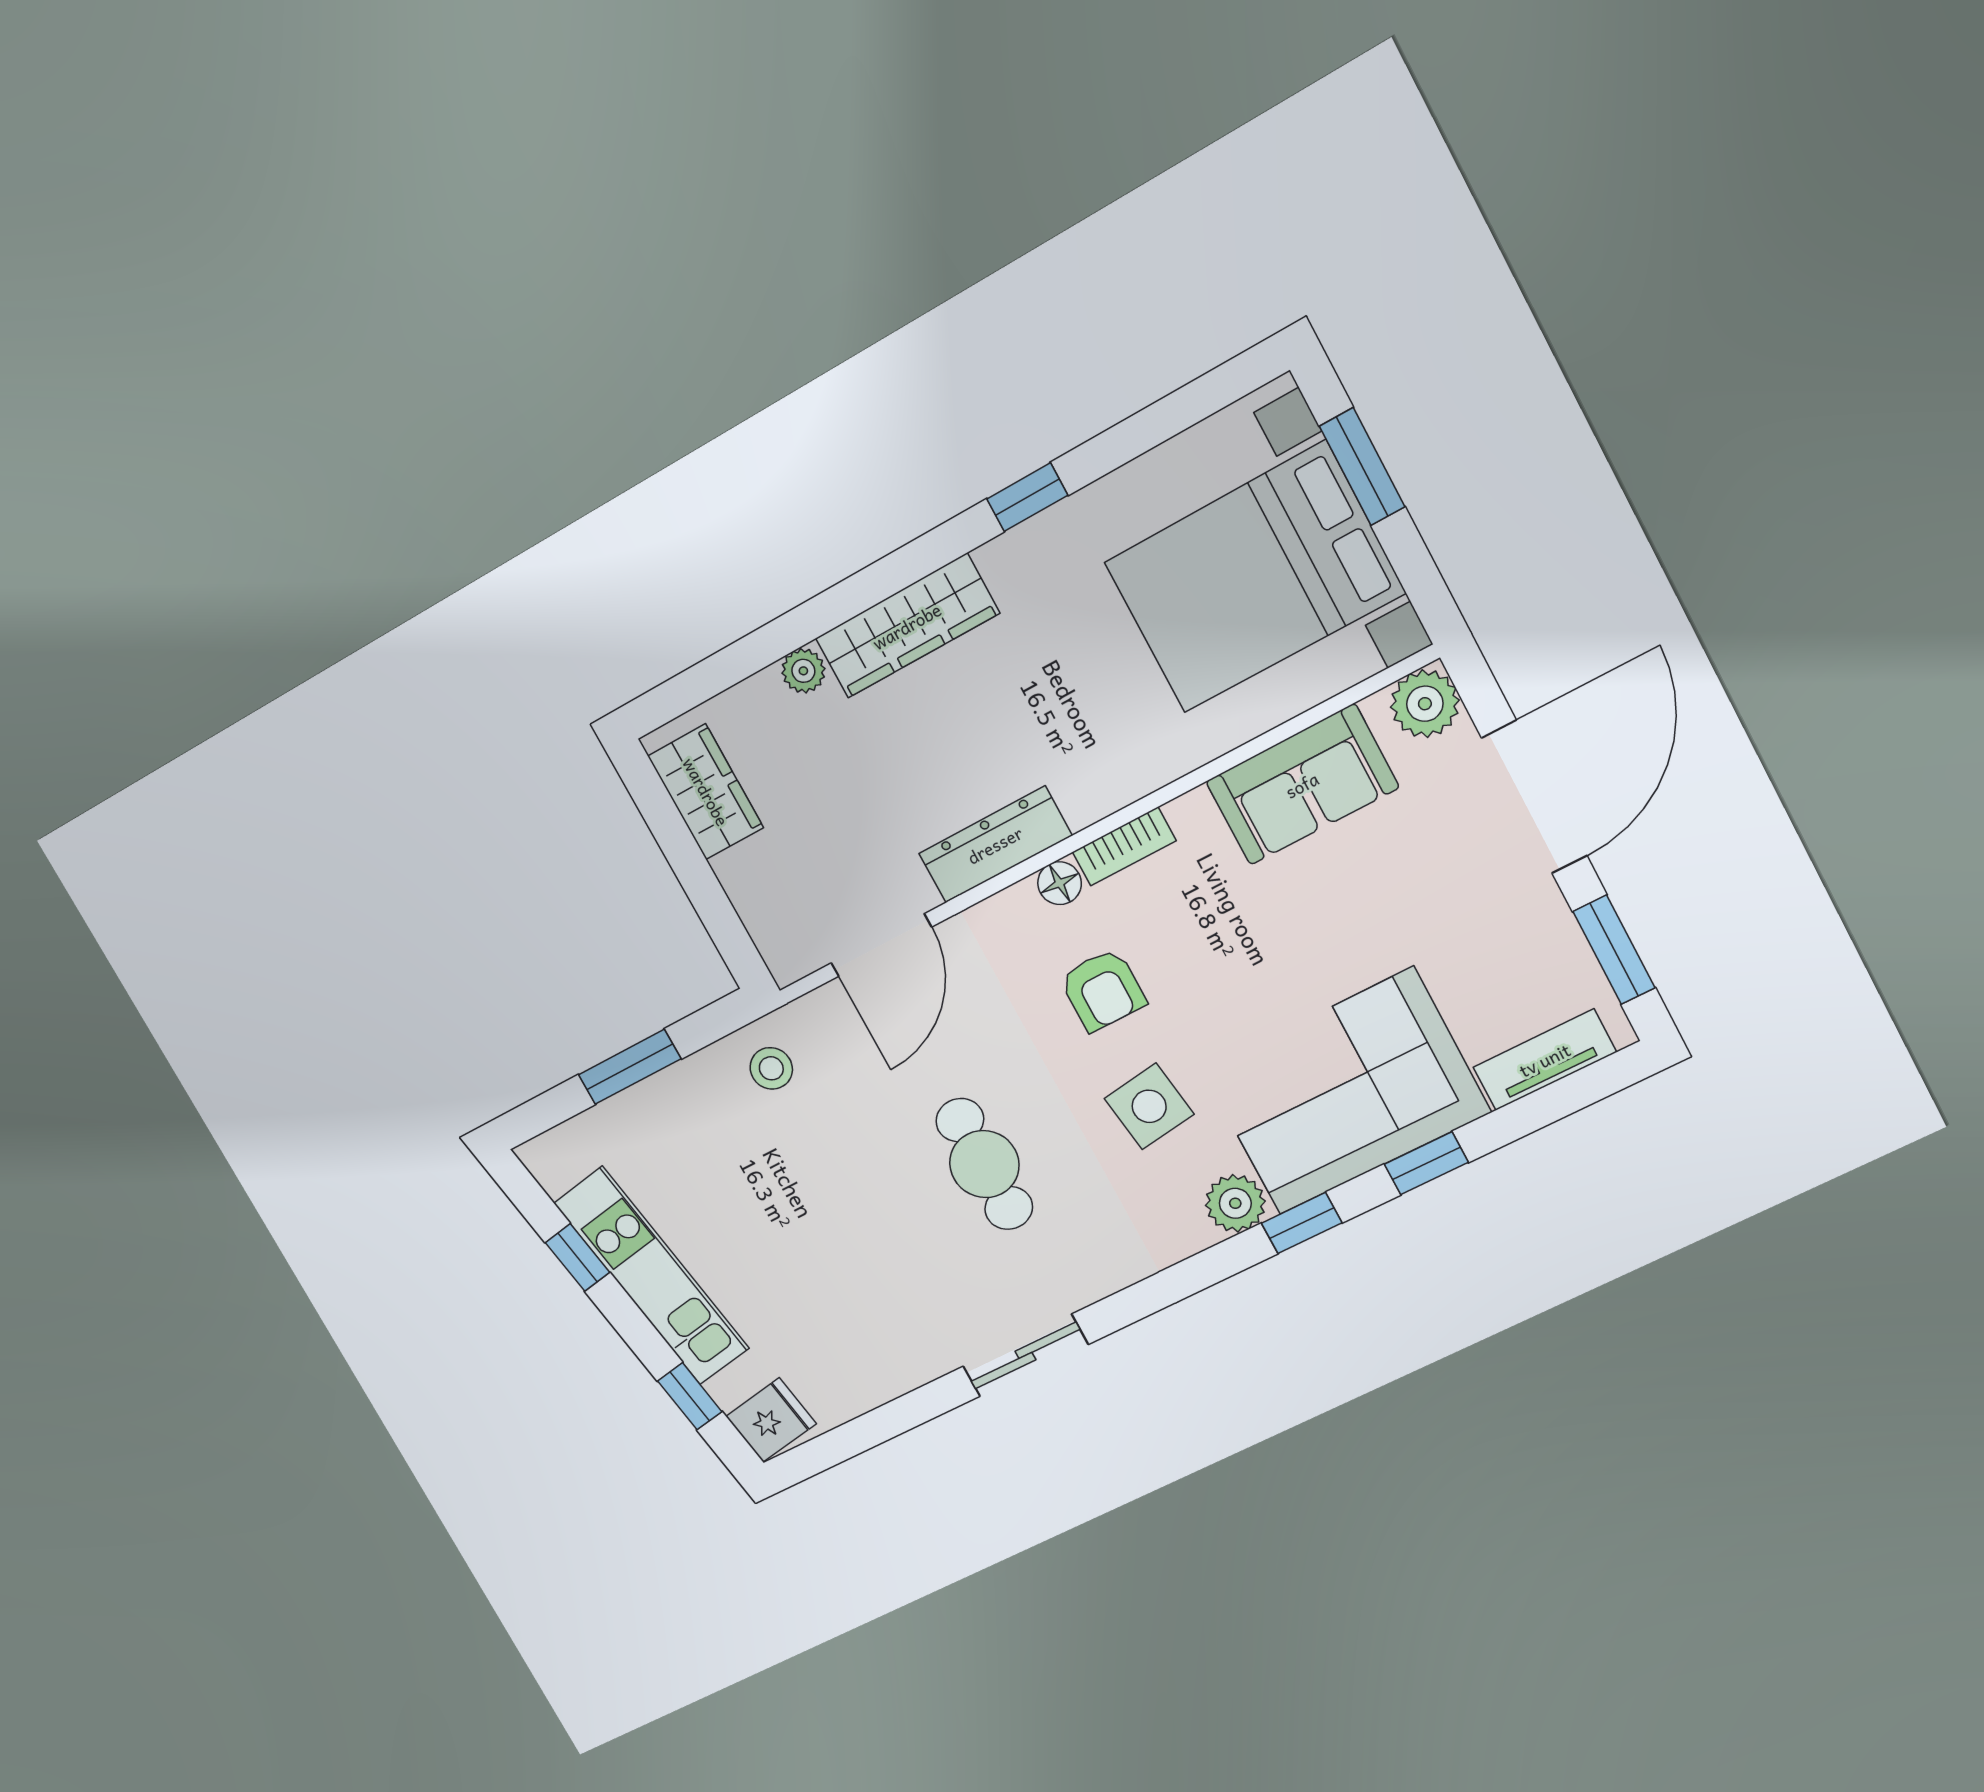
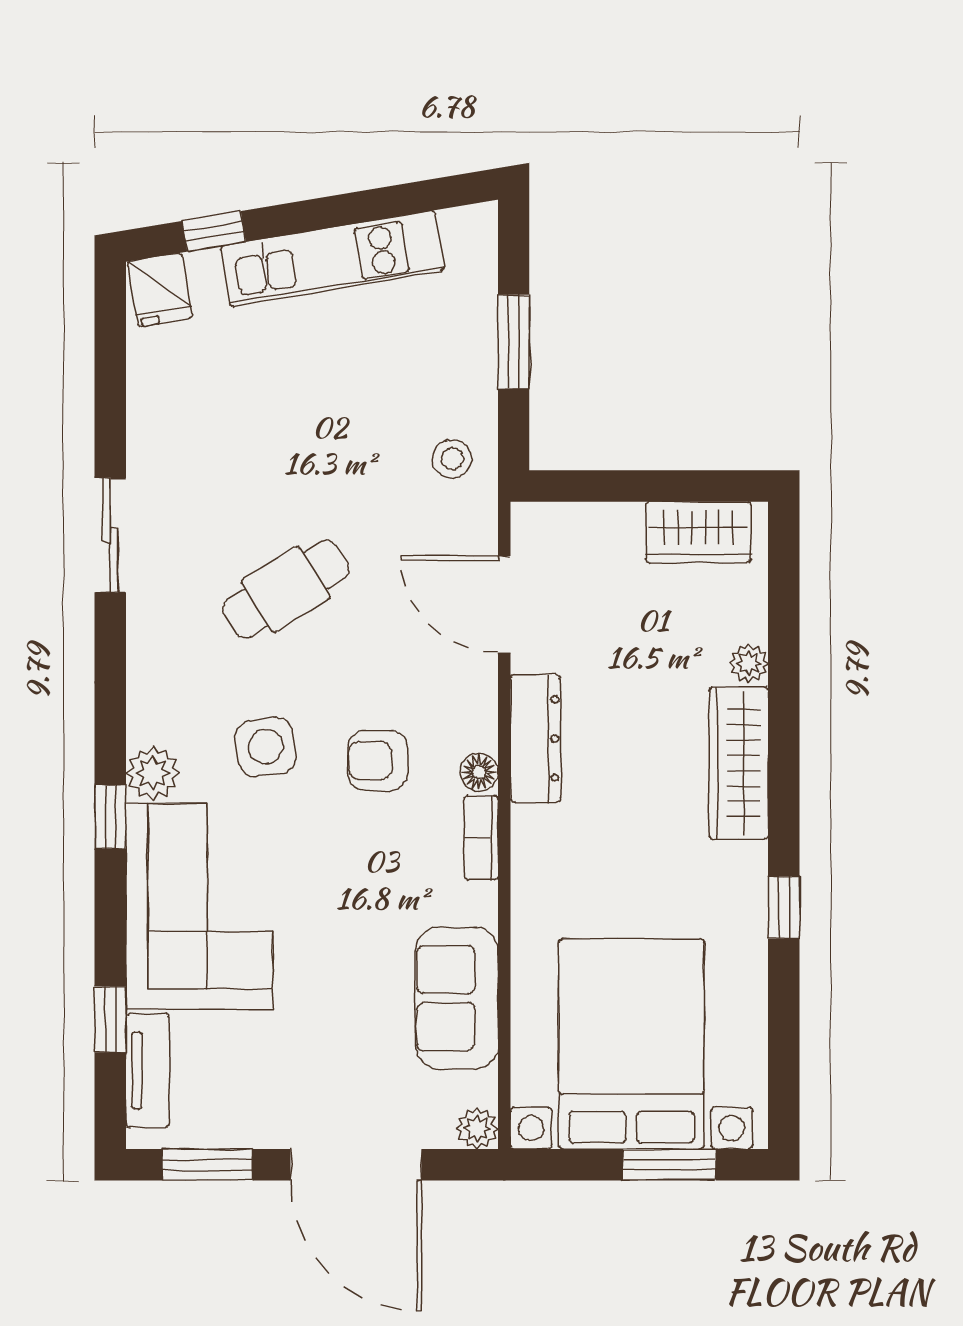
plant: (1425, 704) -> (477, 1128), width x0.73, depth x0.73
window: (1426, 1163) -> (110, 1019), moved
cafe table: (984, 1164) -> (286, 589), turned -32
window: (577, 1257) -> (379, 204), removed

